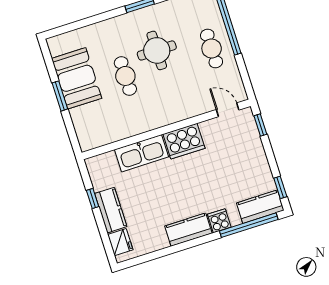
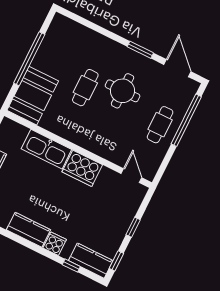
booth: (77, 78) -> (33, 96), moved
window: (60, 96) -> (29, 59), width x2.11
window: (260, 125) -> (133, 227), moved
window: (249, 225) -> (71, 266), width x0.32

